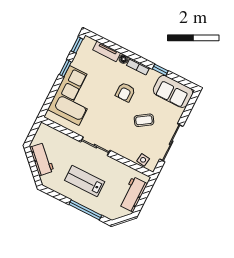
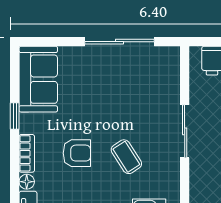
coffee table: (144, 120) -> (126, 157), moved
sliding door: (95, 146) -> (185, 131), moved
side table: (143, 160) -> (168, 72), removed

